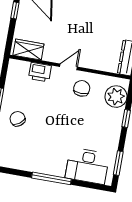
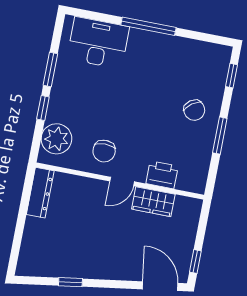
wardrobe: (28, 50) -> (153, 202), moved
window: (118, 163) -> (50, 69), moved

